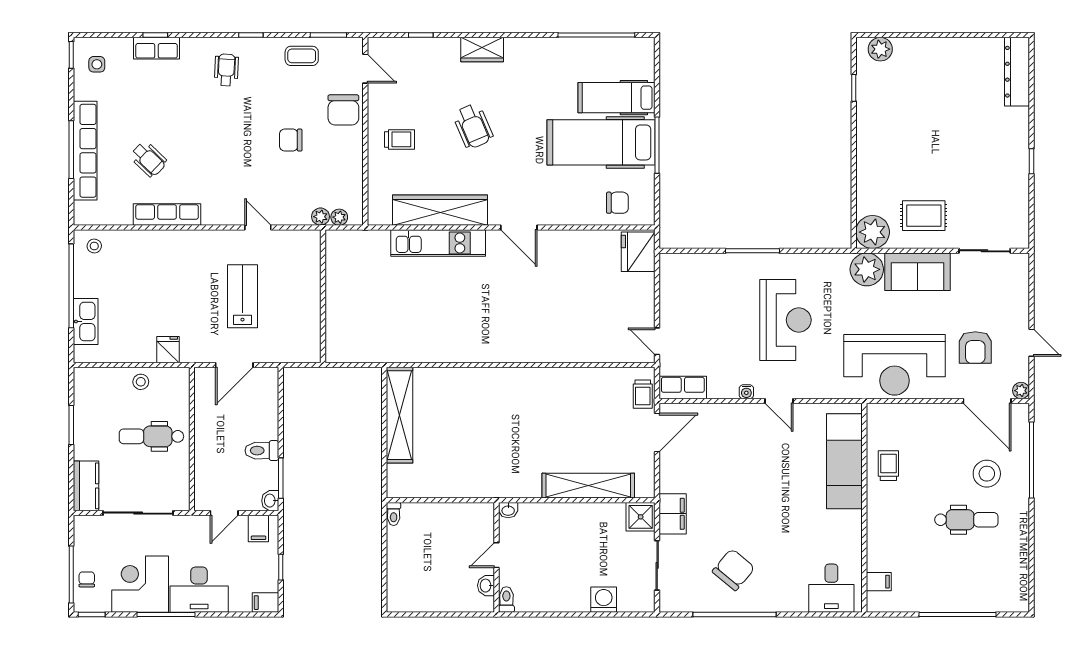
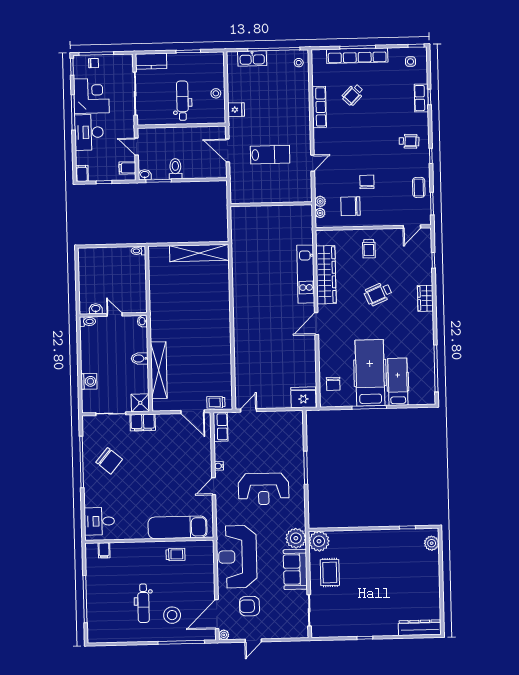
chair: (343, 110) -> (350, 206), moved
bidet: (569, 516) -> (140, 359), added

